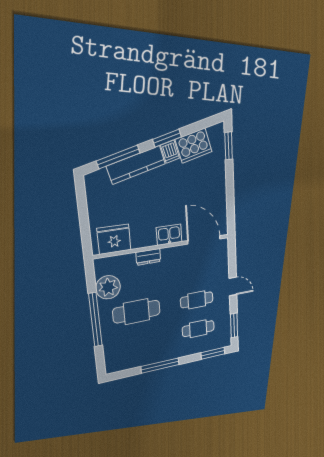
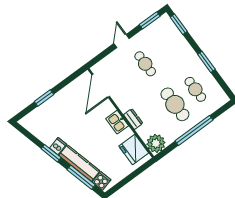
cooker: (194, 146) -> (101, 181), moved, width x0.53, depth x0.76
window: (229, 146) -> (44, 98), moved
kitchen sink: (169, 235) -> (117, 122), moved
plant: (108, 287) -> (156, 143), moved
cafe table: (198, 329) -> (195, 89), moved
window: (160, 366) -> (206, 62), width x0.69

